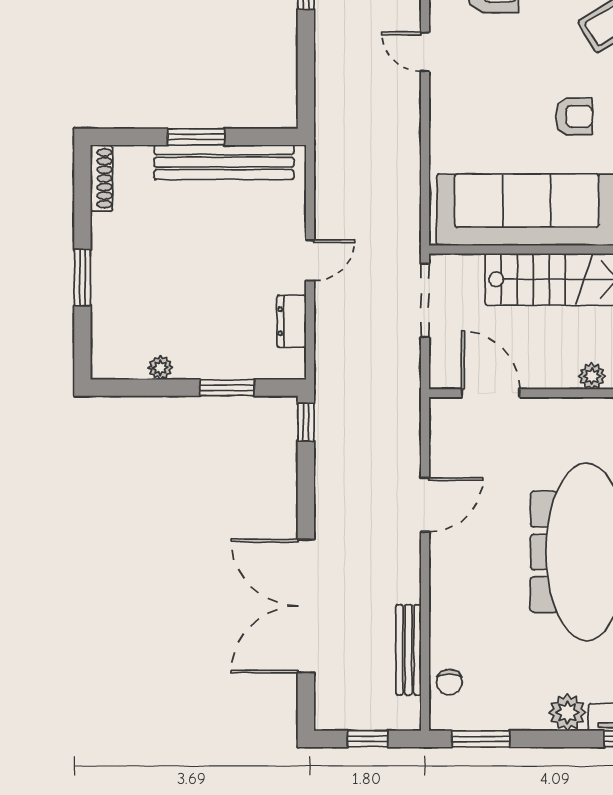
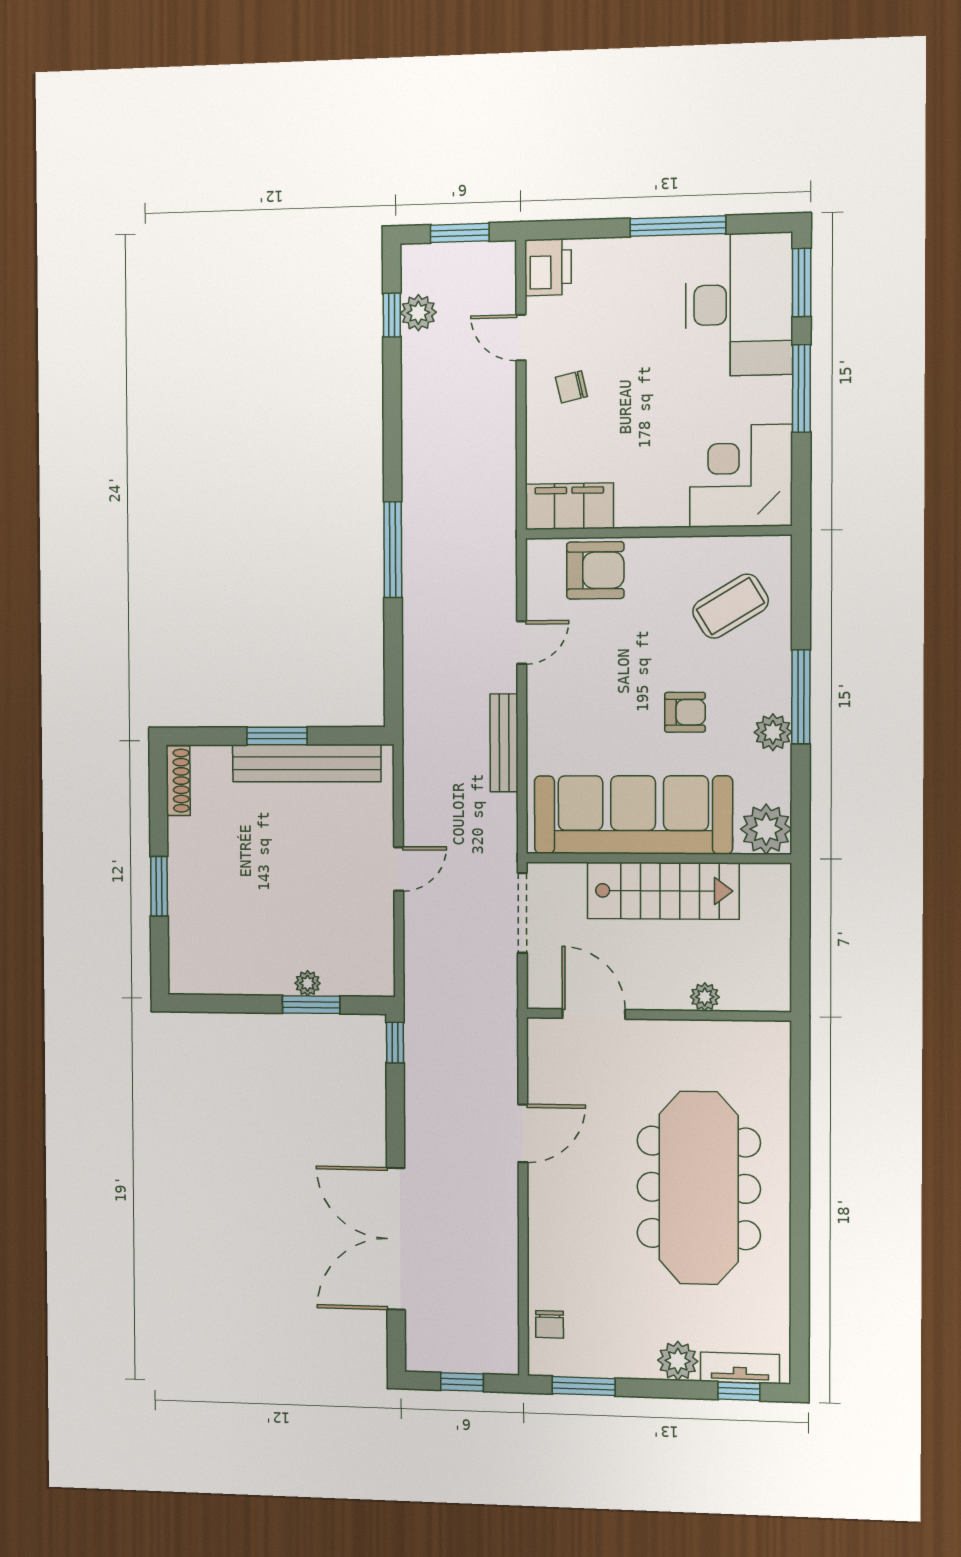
door: (425, 52) -> (522, 643), swing flipped
dresser: (292, 321) -> (379, 934), removed
plant: (160, 368) -> (308, 983), moved
bench: (408, 650) -> (504, 743), moved

